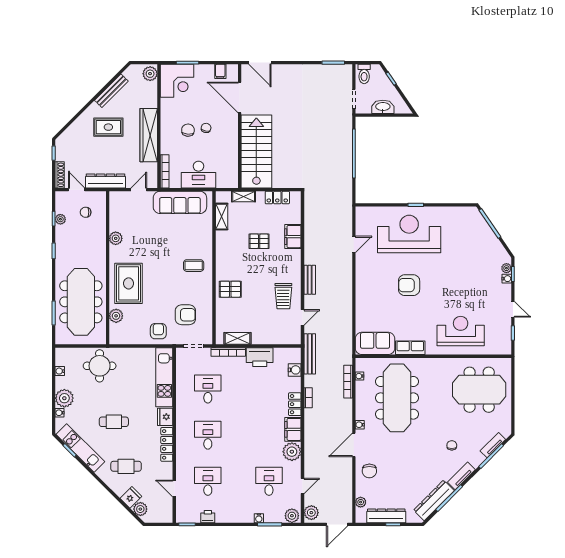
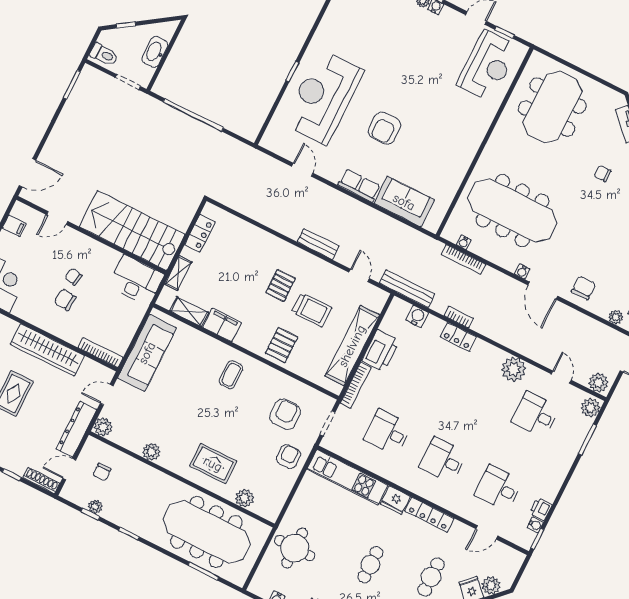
door: (240, 97) -> (57, 218), width x0.53
desk: (199, 175) -> (136, 280), moved, turned -90
door: (139, 190) -> (107, 395), hinge flipped
plant: (116, 198) -> (103, 427), added
filing cabinet: (293, 237) -> (222, 325), moved, turned 180
pallet: (259, 241) -> (281, 286), moved
rug: (129, 283) -> (213, 464), width x0.73, depth x0.70
trolley: (283, 296) -> (312, 310), moved
armchair: (158, 331) -> (288, 457), turned 90
reception desk: (461, 331) -> (488, 65), moved, turned 180
shelving: (238, 338) -> (352, 346), width x2.20, depth x1.33
sofa: (375, 343) -> (404, 202), moved, turned 90
row of seats: (410, 348) -> (359, 185), moved, turned 90
filing cabinet: (293, 429) -> (488, 354), removed
chair: (369, 471) -> (584, 288), turned -90
water cooler: (259, 518) -> (535, 525), moved

